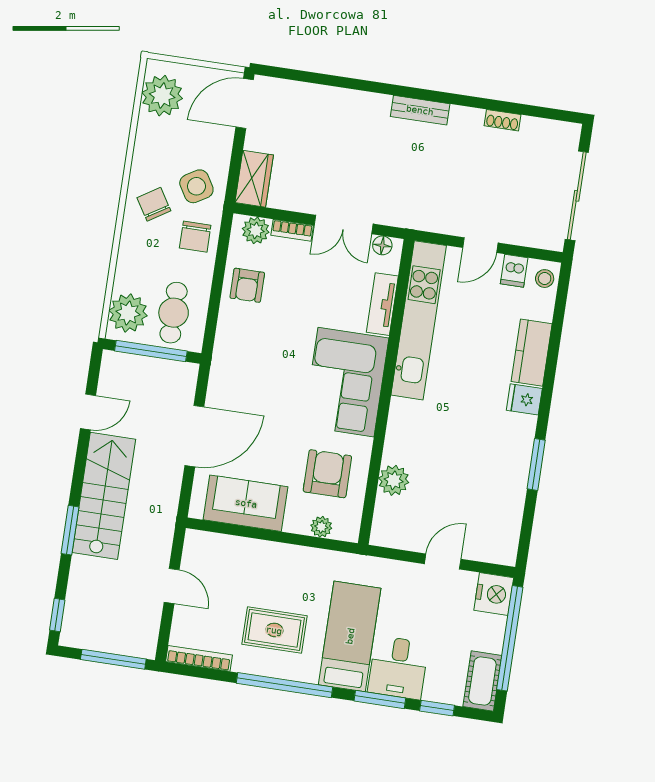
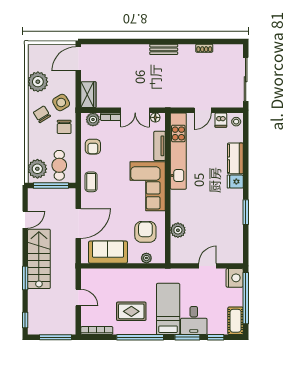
plant: (162, 96) -> (38, 82), moved
coffee table: (233, 356) -> (91, 182), added

